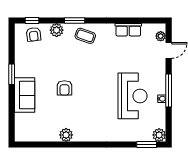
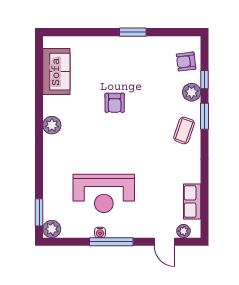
window: (32, 20) -> (204, 80), moved
row of seats: (128, 30) -> (192, 201), moved
armchair: (64, 88) -> (115, 103), turned -90
sofa: (25, 95) -> (56, 72), moved, turned -90
plant: (66, 135) -> (52, 125), moved

